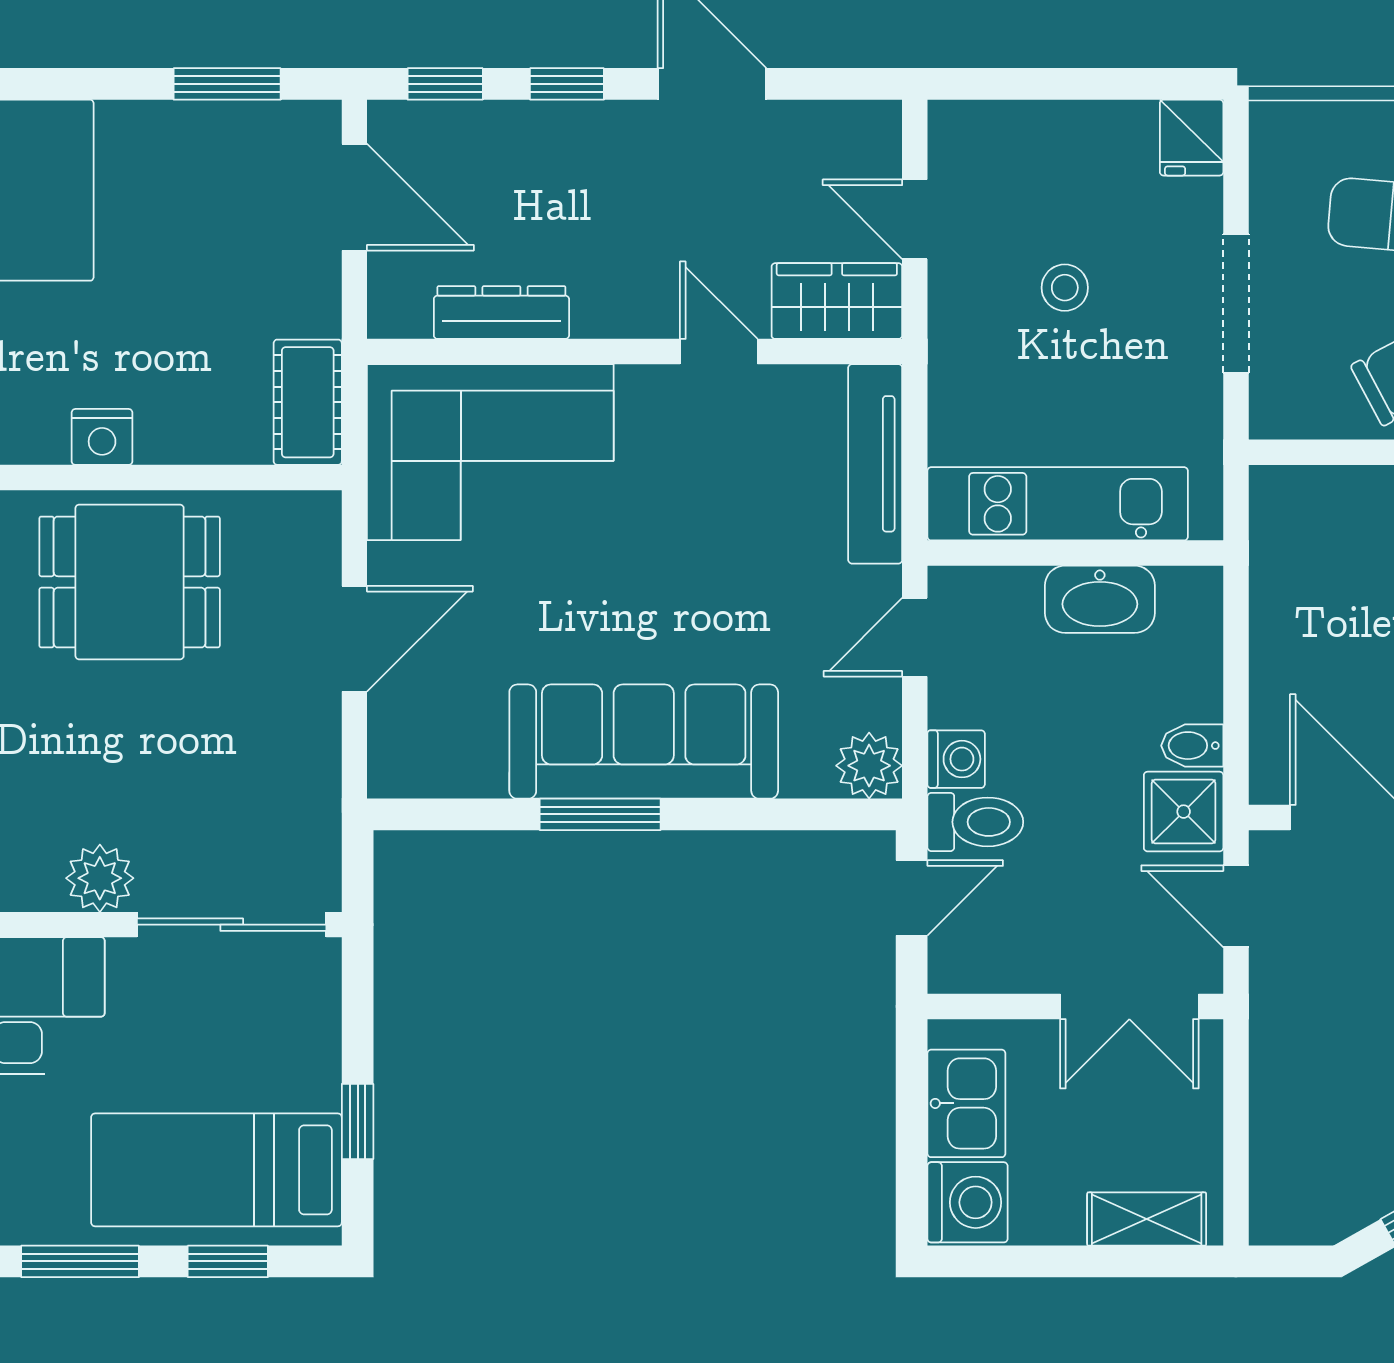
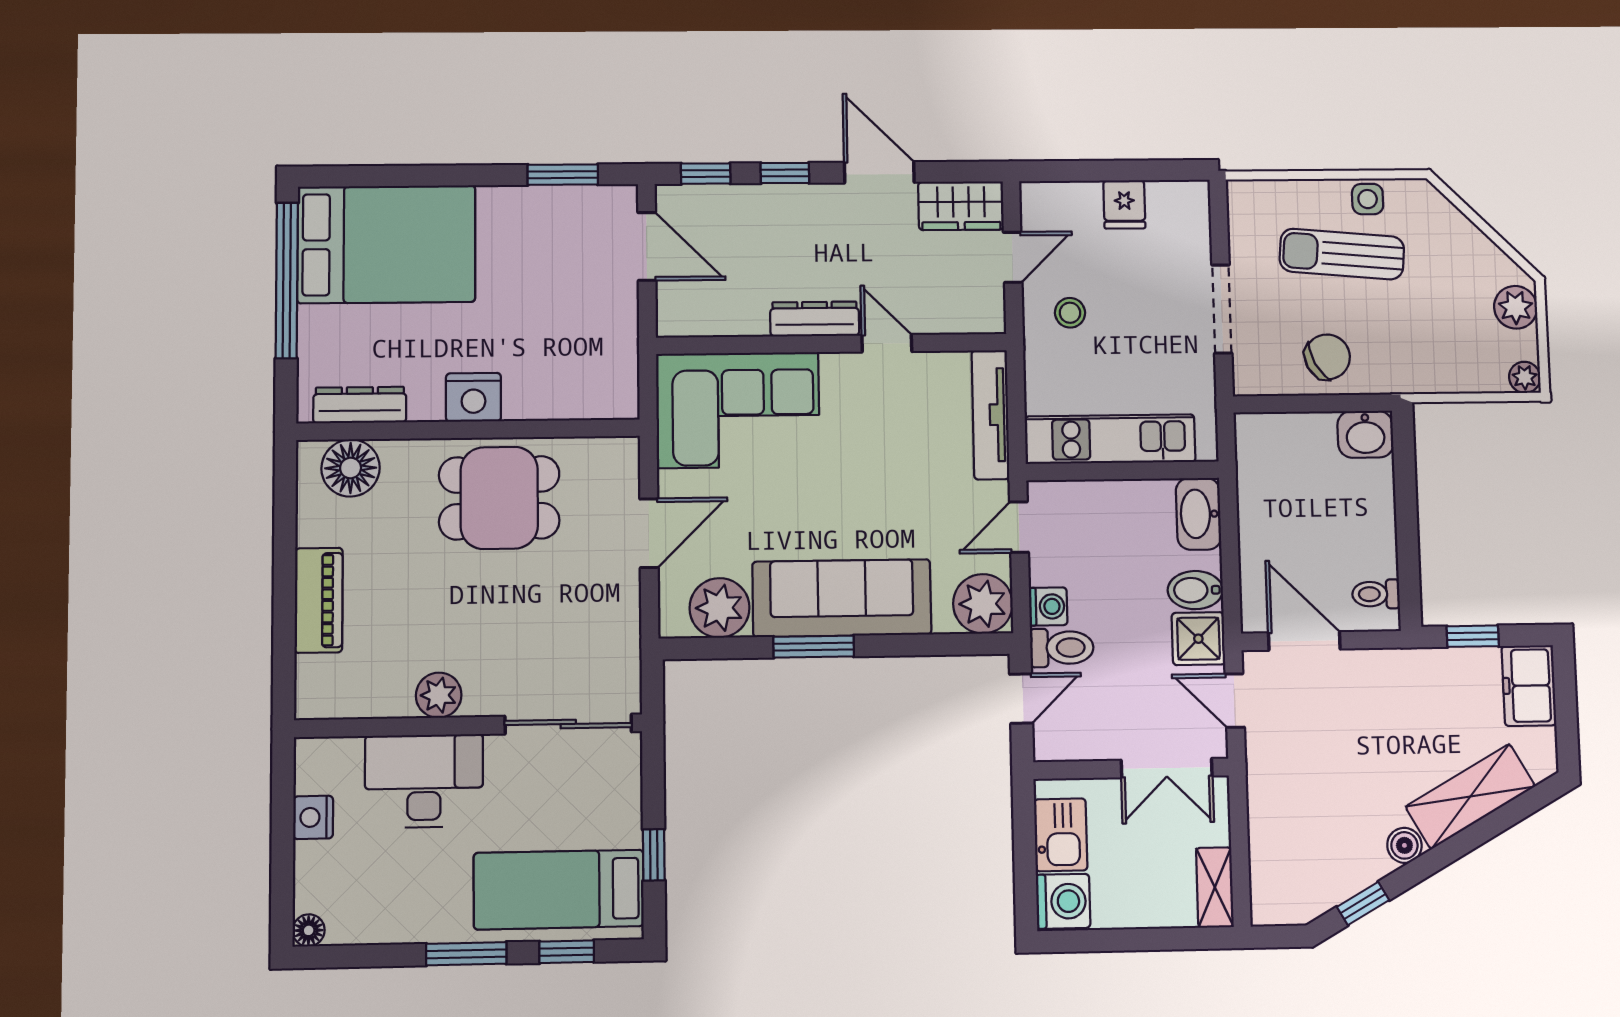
fridge: (1192, 138) -> (1124, 204), moved
door: (915, 219) -> (1013, 257), swing flipped
stool: (1065, 288) -> (1070, 313), moved
wardrobe: (837, 301) -> (961, 206), moved, turned 180
dresser: (501, 313) -> (815, 319), moved
cot: (308, 402) -> (617, 379), removed
nightstand: (102, 437) -> (473, 397), width x1.36, depth x1.33
washbasin: (1100, 599) -> (1199, 514), moved, turned 90
bidet: (1192, 746) -> (1195, 590), width x1.38, depth x1.36
plant: (459, 754) -> (719, 608), added
plant: (869, 766) -> (983, 604), width x1.36, depth x1.36
plant: (100, 878) -> (439, 695), moved
shelving: (1147, 1219) -> (1215, 887), moved, turned 90

